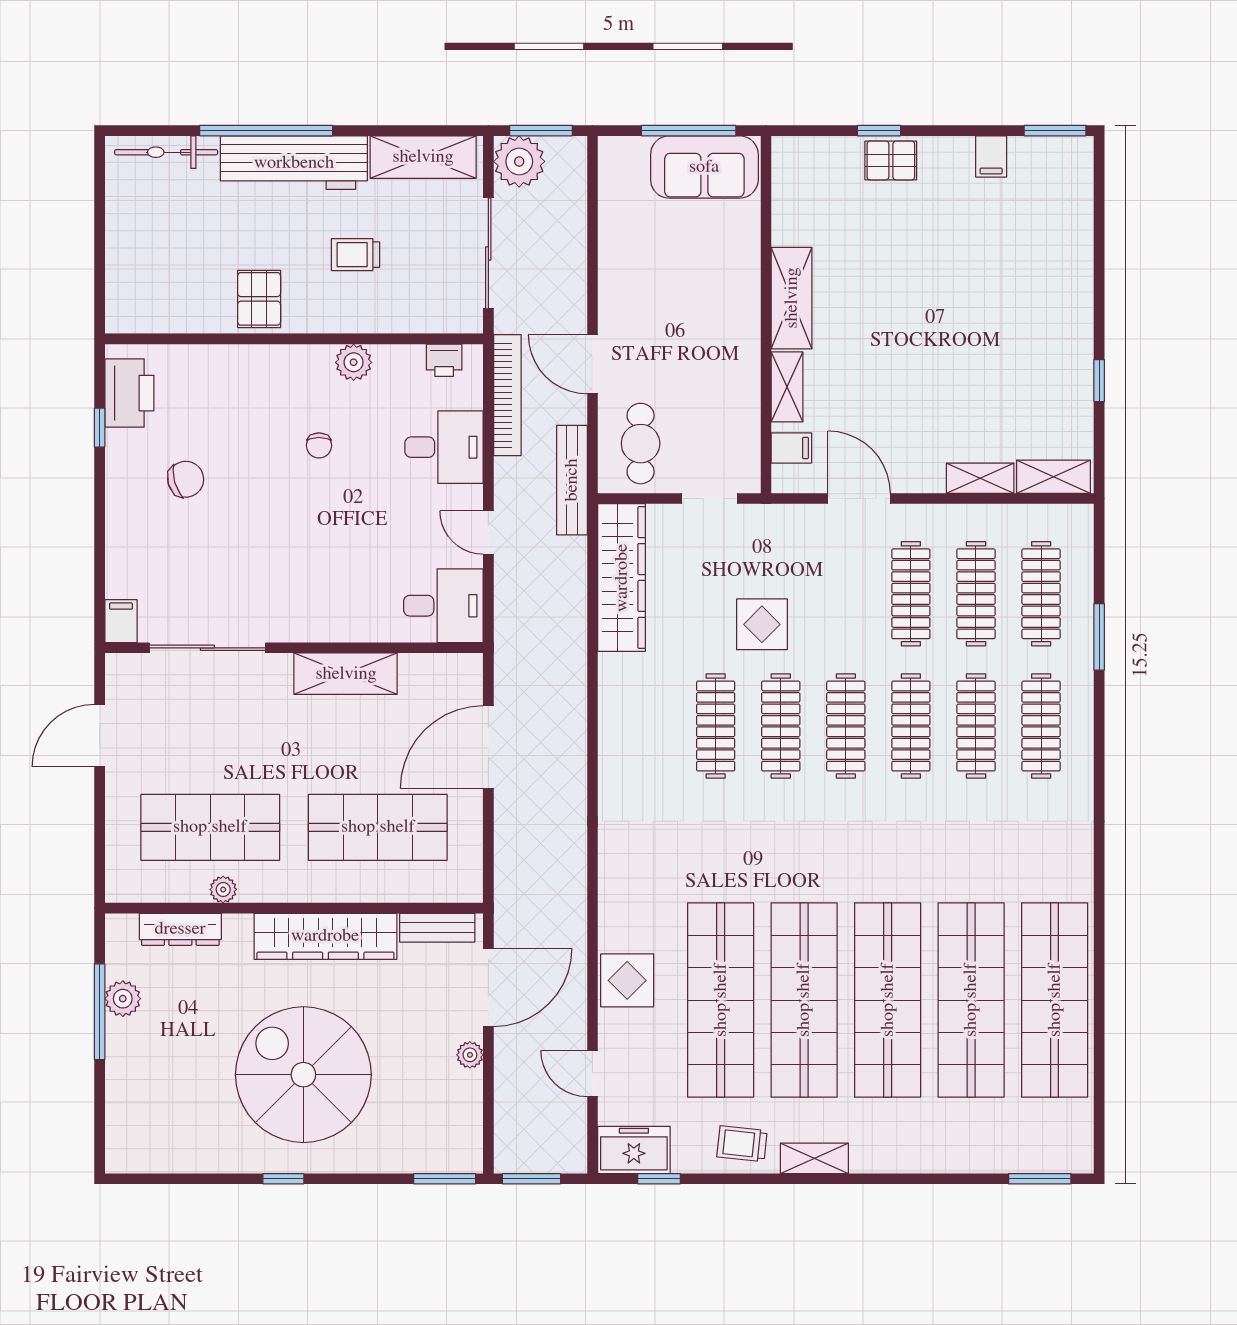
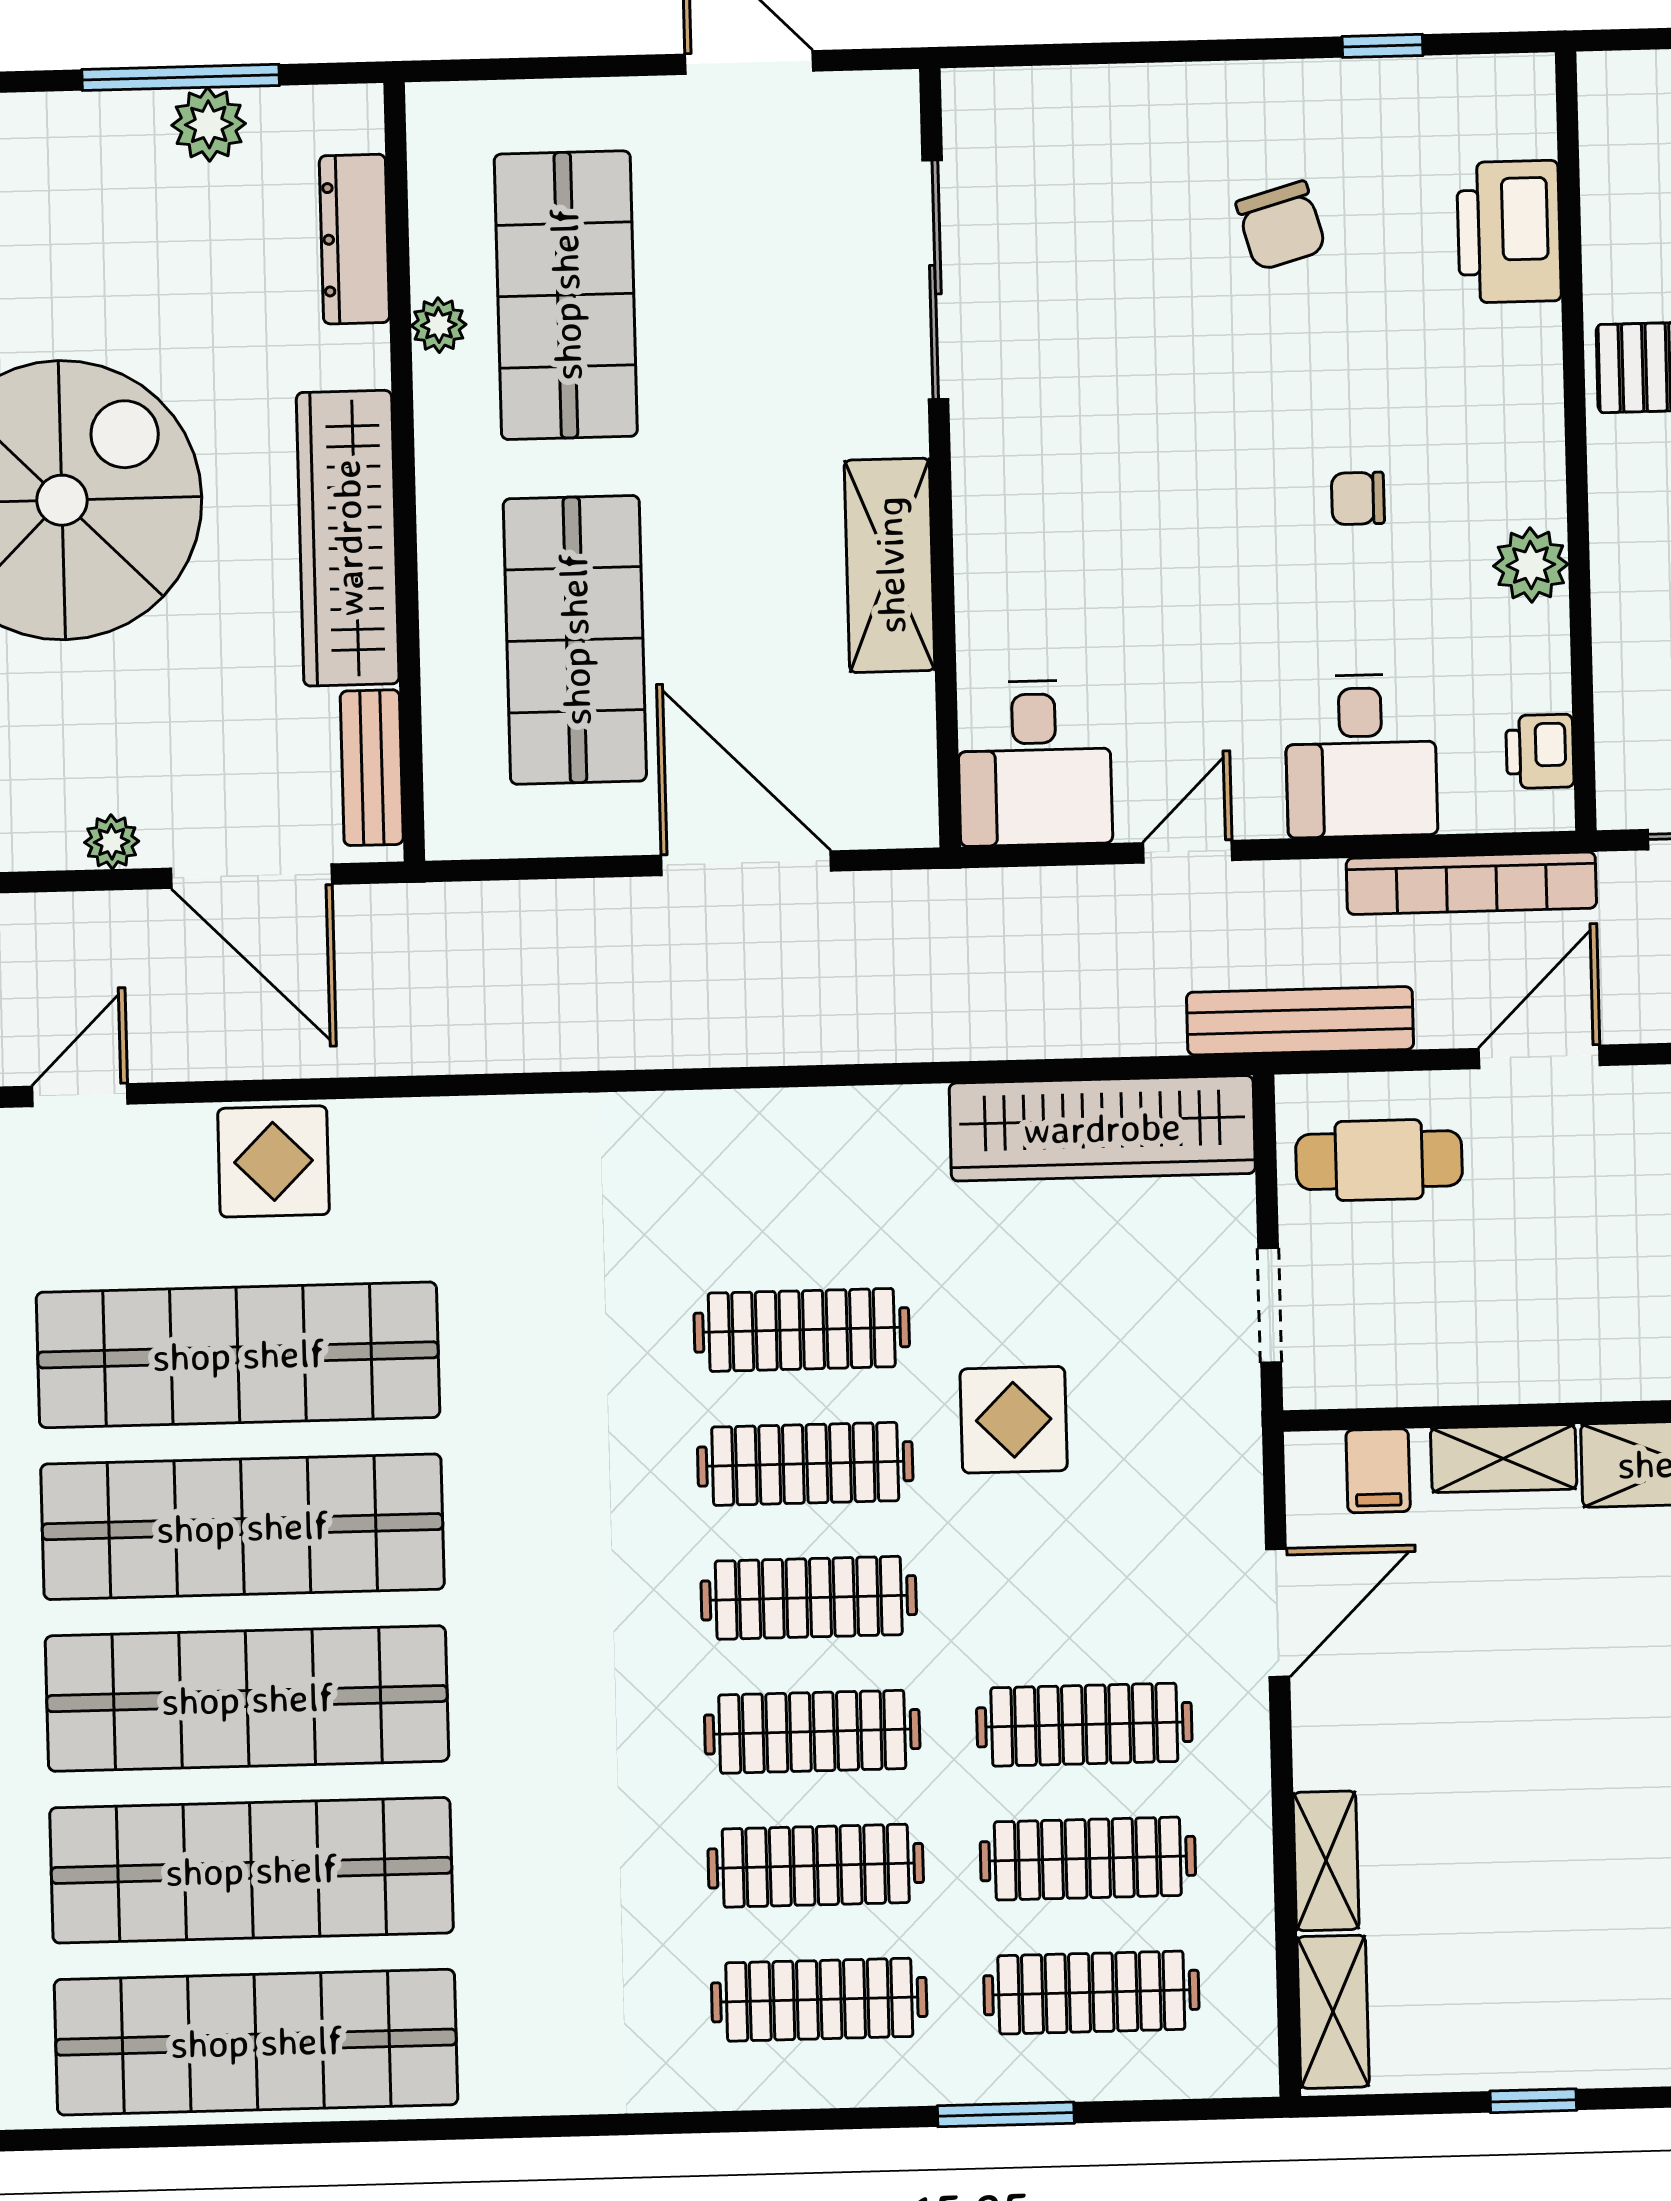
printer: (129, 393) -> (1509, 232), moved, turned 90
filing cabinet: (121, 621) -> (986, 100), removed

